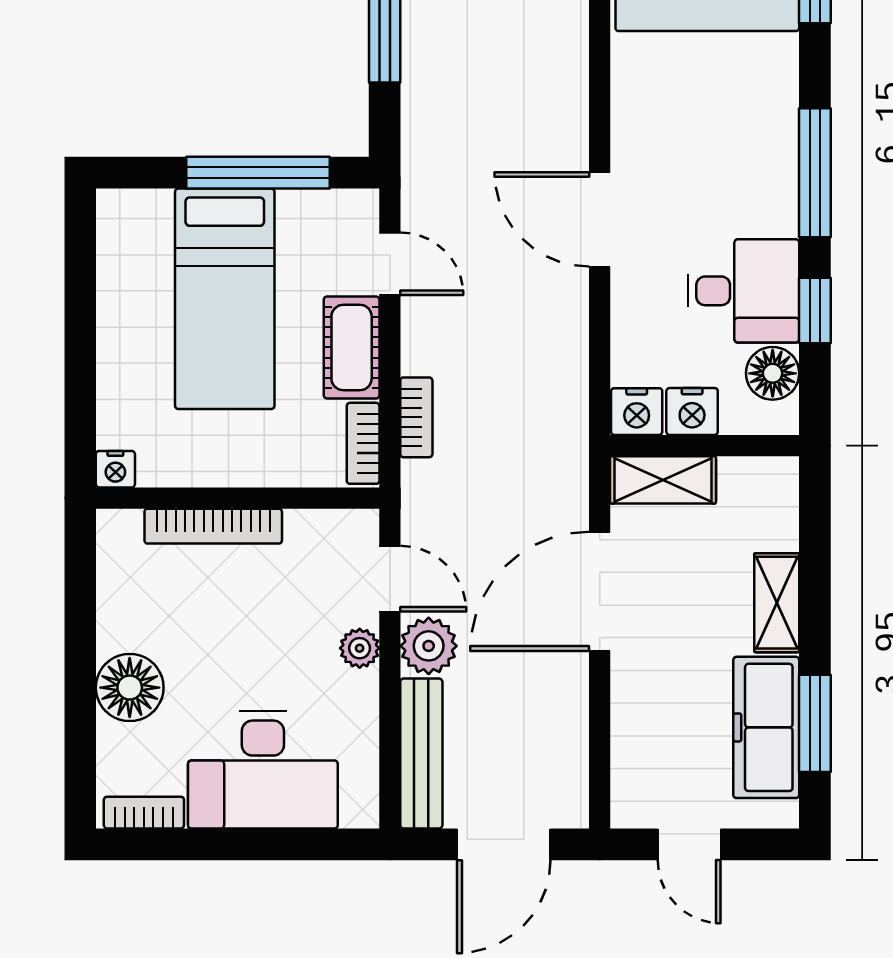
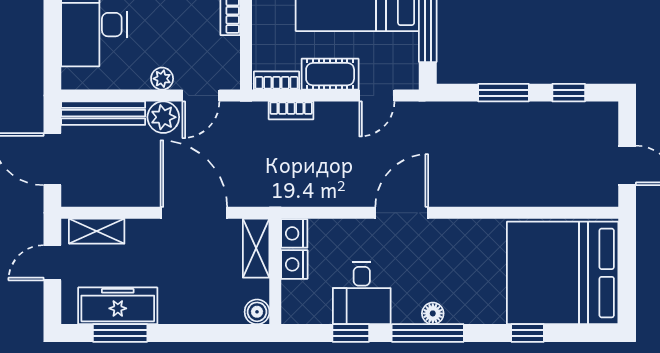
floor lamp: (773, 373) -> (433, 313), moved, width x0.73, depth x0.73
boiler: (777, 478) -> (257, 312), added
shelving: (777, 603) -> (97, 231), moved

